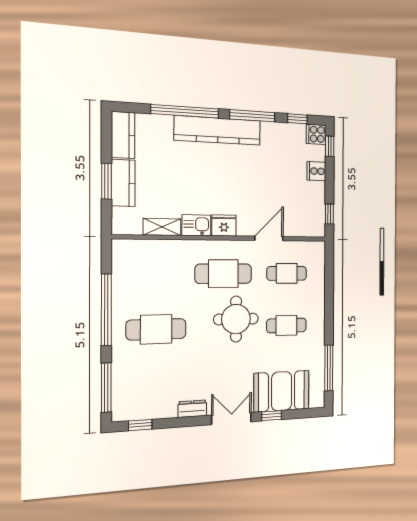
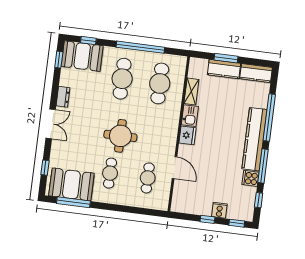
cooker: (316, 134) -> (250, 178), moved, turned -90
window: (329, 214) -> (207, 219), moved
cafe table: (223, 274) -> (160, 83), moved
window: (106, 388) -> (88, 40), width x0.46
booth: (282, 391) -> (71, 184), moved, turned 90
booth: (131, 392) -> (82, 56), added
window: (272, 416) -> (45, 168), moved

